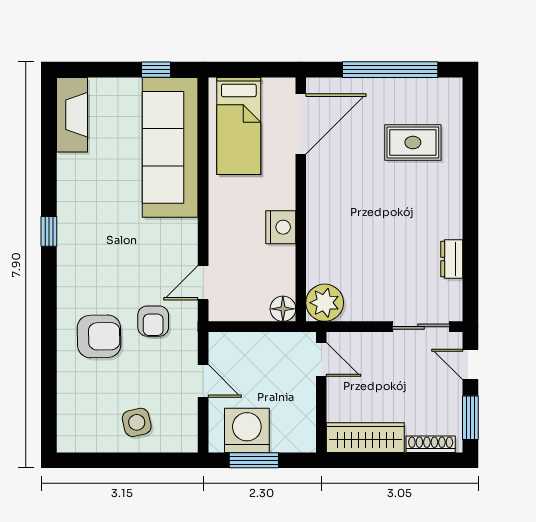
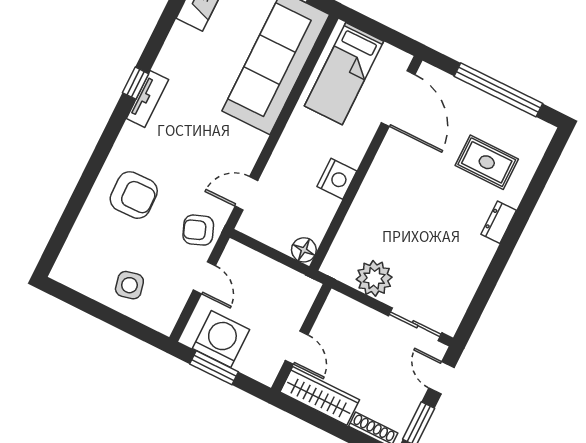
door: (301, 124) -> (398, 99), hinge flipped
tv unit: (67, 241) -> (147, 99), added
dresser: (452, 259) -> (499, 222), moved
plant: (325, 303) -> (374, 278), moved
armchair: (153, 321) -> (198, 230), moved, turned 69
door: (321, 359) -> (297, 348), moved

